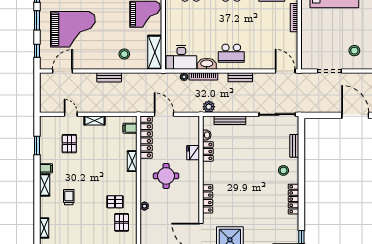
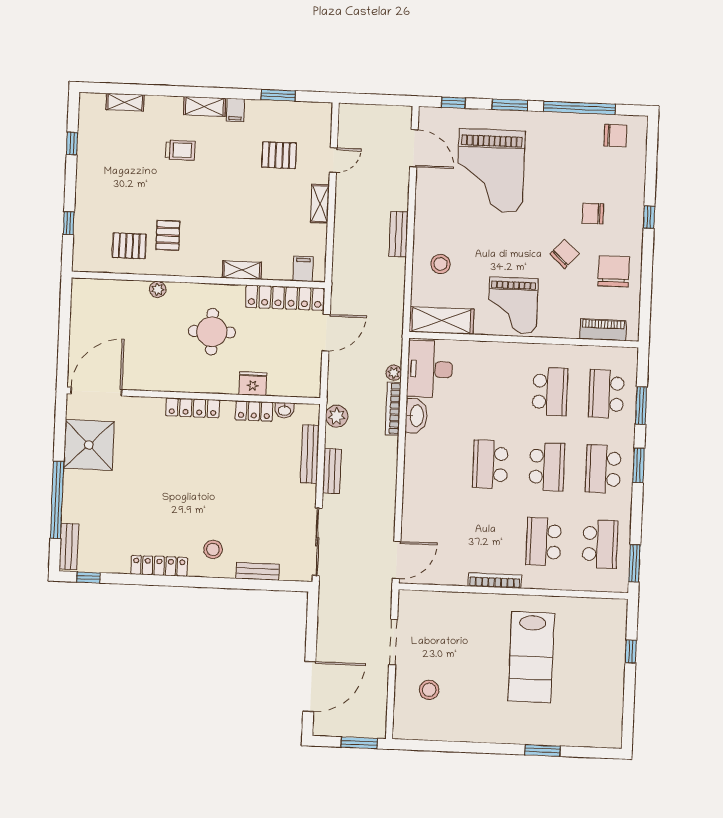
school desk: (231, 53) -> (490, 464), moved
bench: (240, 77) -> (332, 471), moved
locker: (208, 199) -> (193, 408), moved

